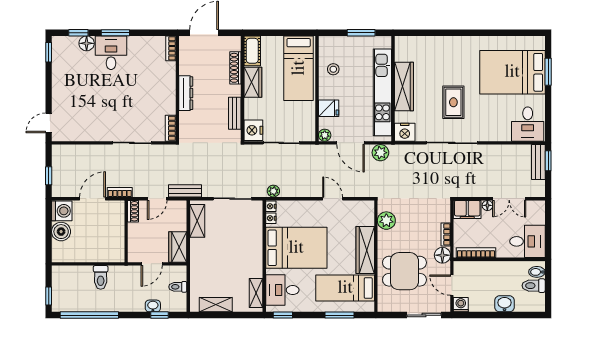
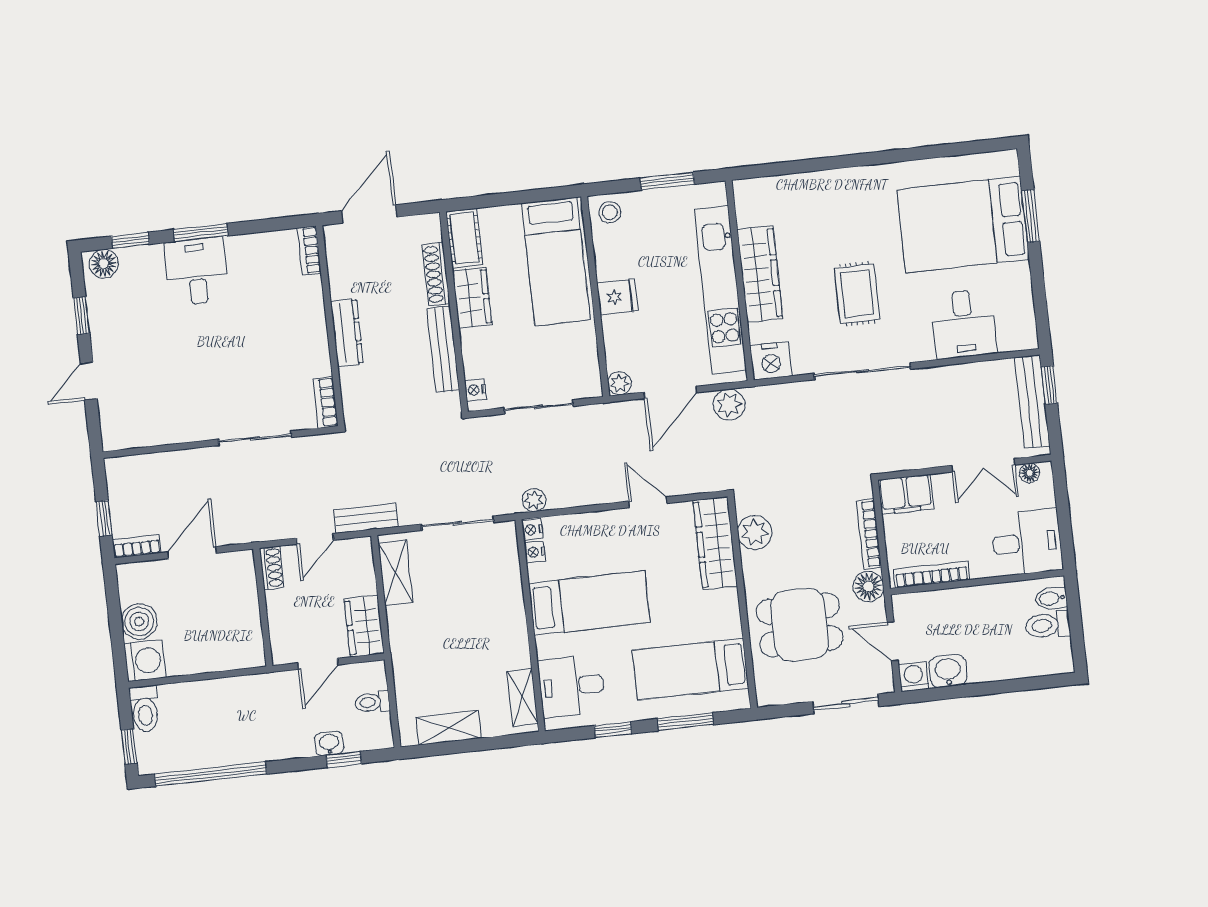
floor lamp: (87, 43) -> (104, 264), moved
window: (49, 52) -> (82, 316), moved
stool: (333, 69) -> (610, 212), moved
fridge: (329, 108) -> (617, 297), moved
bench: (235, 113) -> (443, 349), width x1.36
door: (49, 123) -> (89, 381), moved
desk: (528, 124) -> (964, 324), moved
nightstand: (253, 130) -> (475, 390), width x0.53, depth x0.56
door: (351, 143) -> (670, 392), hinge flipped
bench: (538, 162) -> (1032, 402), width x1.36
bookcase: (120, 192) -> (137, 546), moved
floor lamp: (487, 205) -> (1030, 473), moved
washing machine: (62, 211) -> (145, 661), moved
bookcase: (446, 234) -> (869, 534), width x1.56
bed: (296, 248) -> (589, 603), width x0.67
wardrobe: (365, 250) -> (715, 543), moved
toilet: (101, 277) -> (145, 709), moved
washbasin: (504, 304) -> (948, 671), moved
window: (283, 315) -> (613, 730), moved

